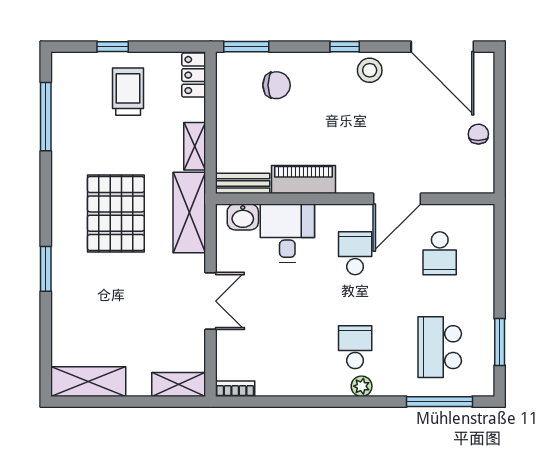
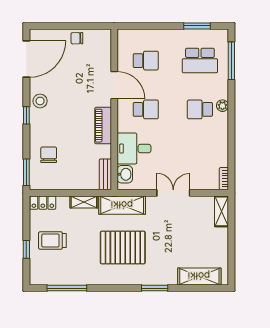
piano: (303, 179) -> (103, 126), moved
school desk: (355, 253) -> (146, 109), turned 180
shelving: (88, 382) -> (199, 276), moved, turned 90

